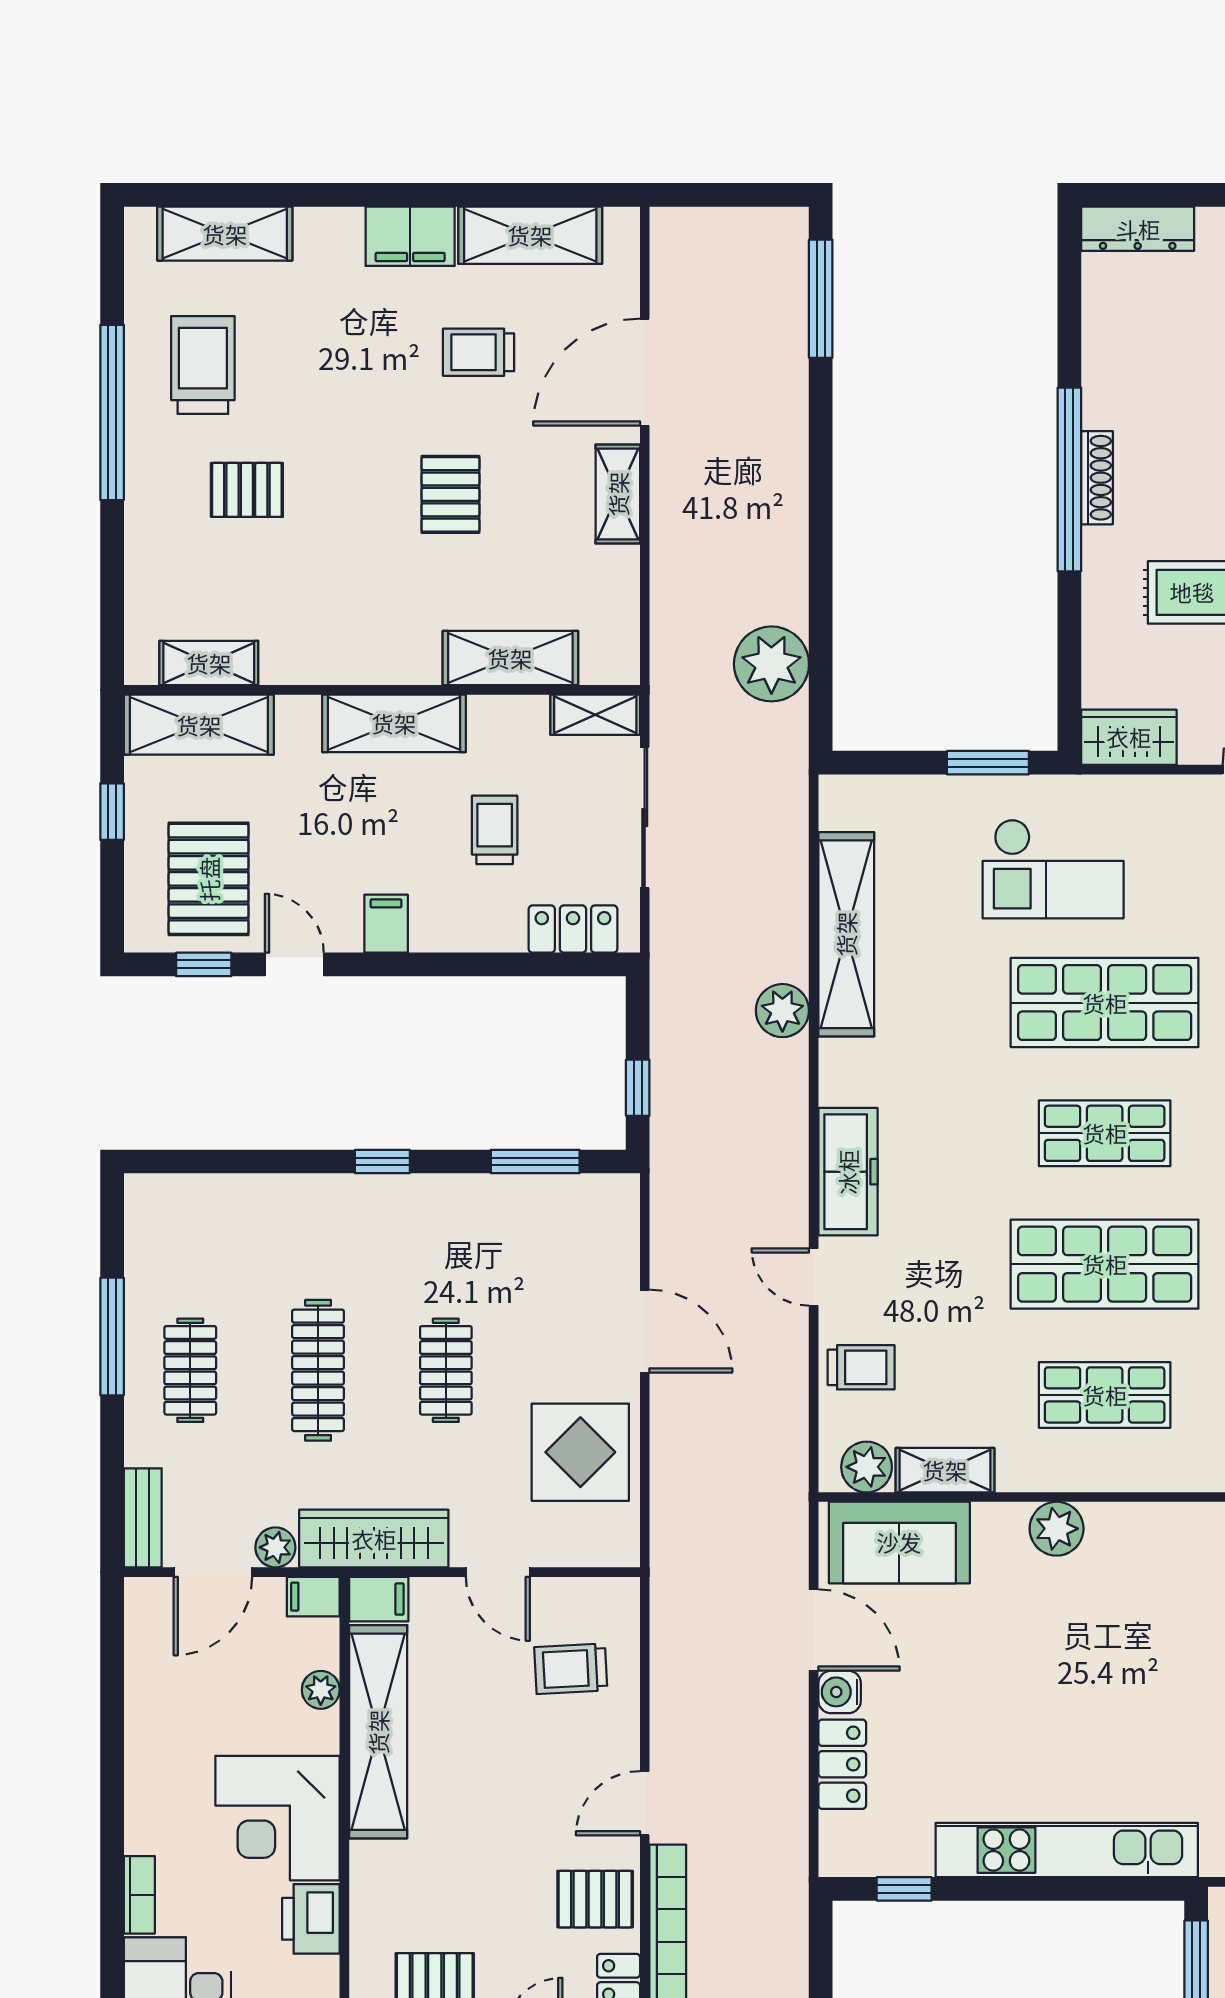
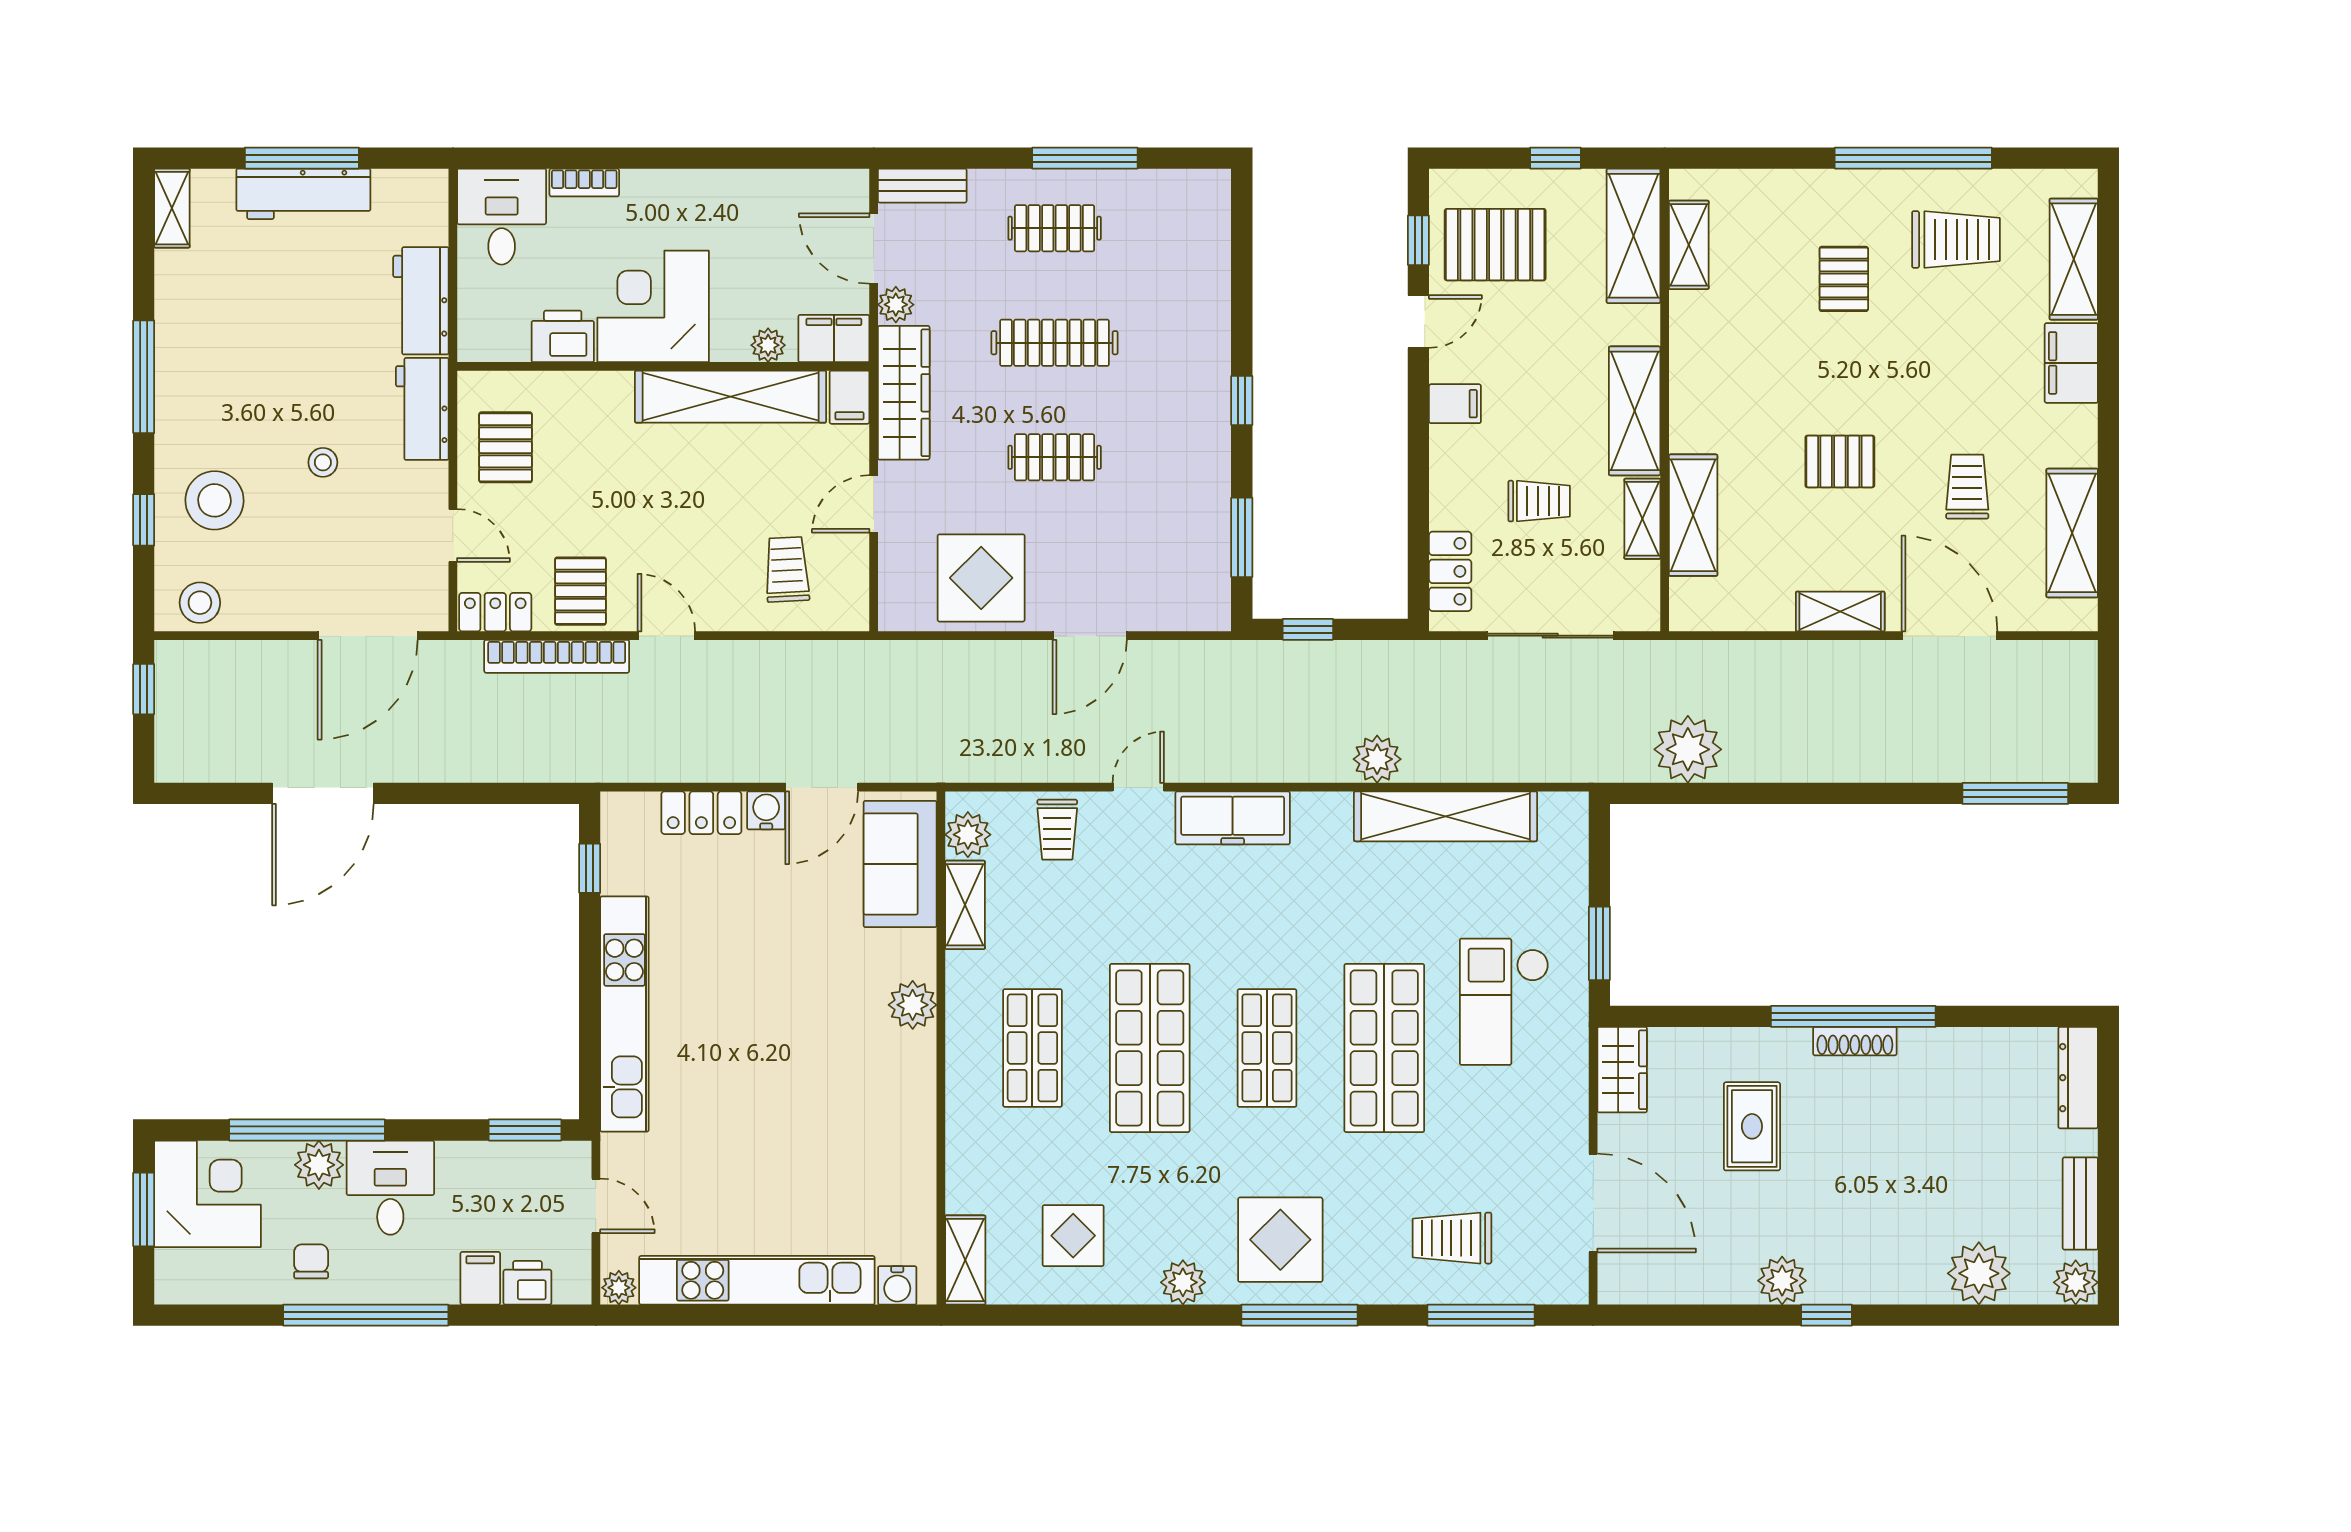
filing cabinet: (410, 236) -> (2071, 363), moved
shelving: (595, 715) -> (1642, 519), moved
filing cabinet: (313, 1597) -> (834, 338), width x2.00

